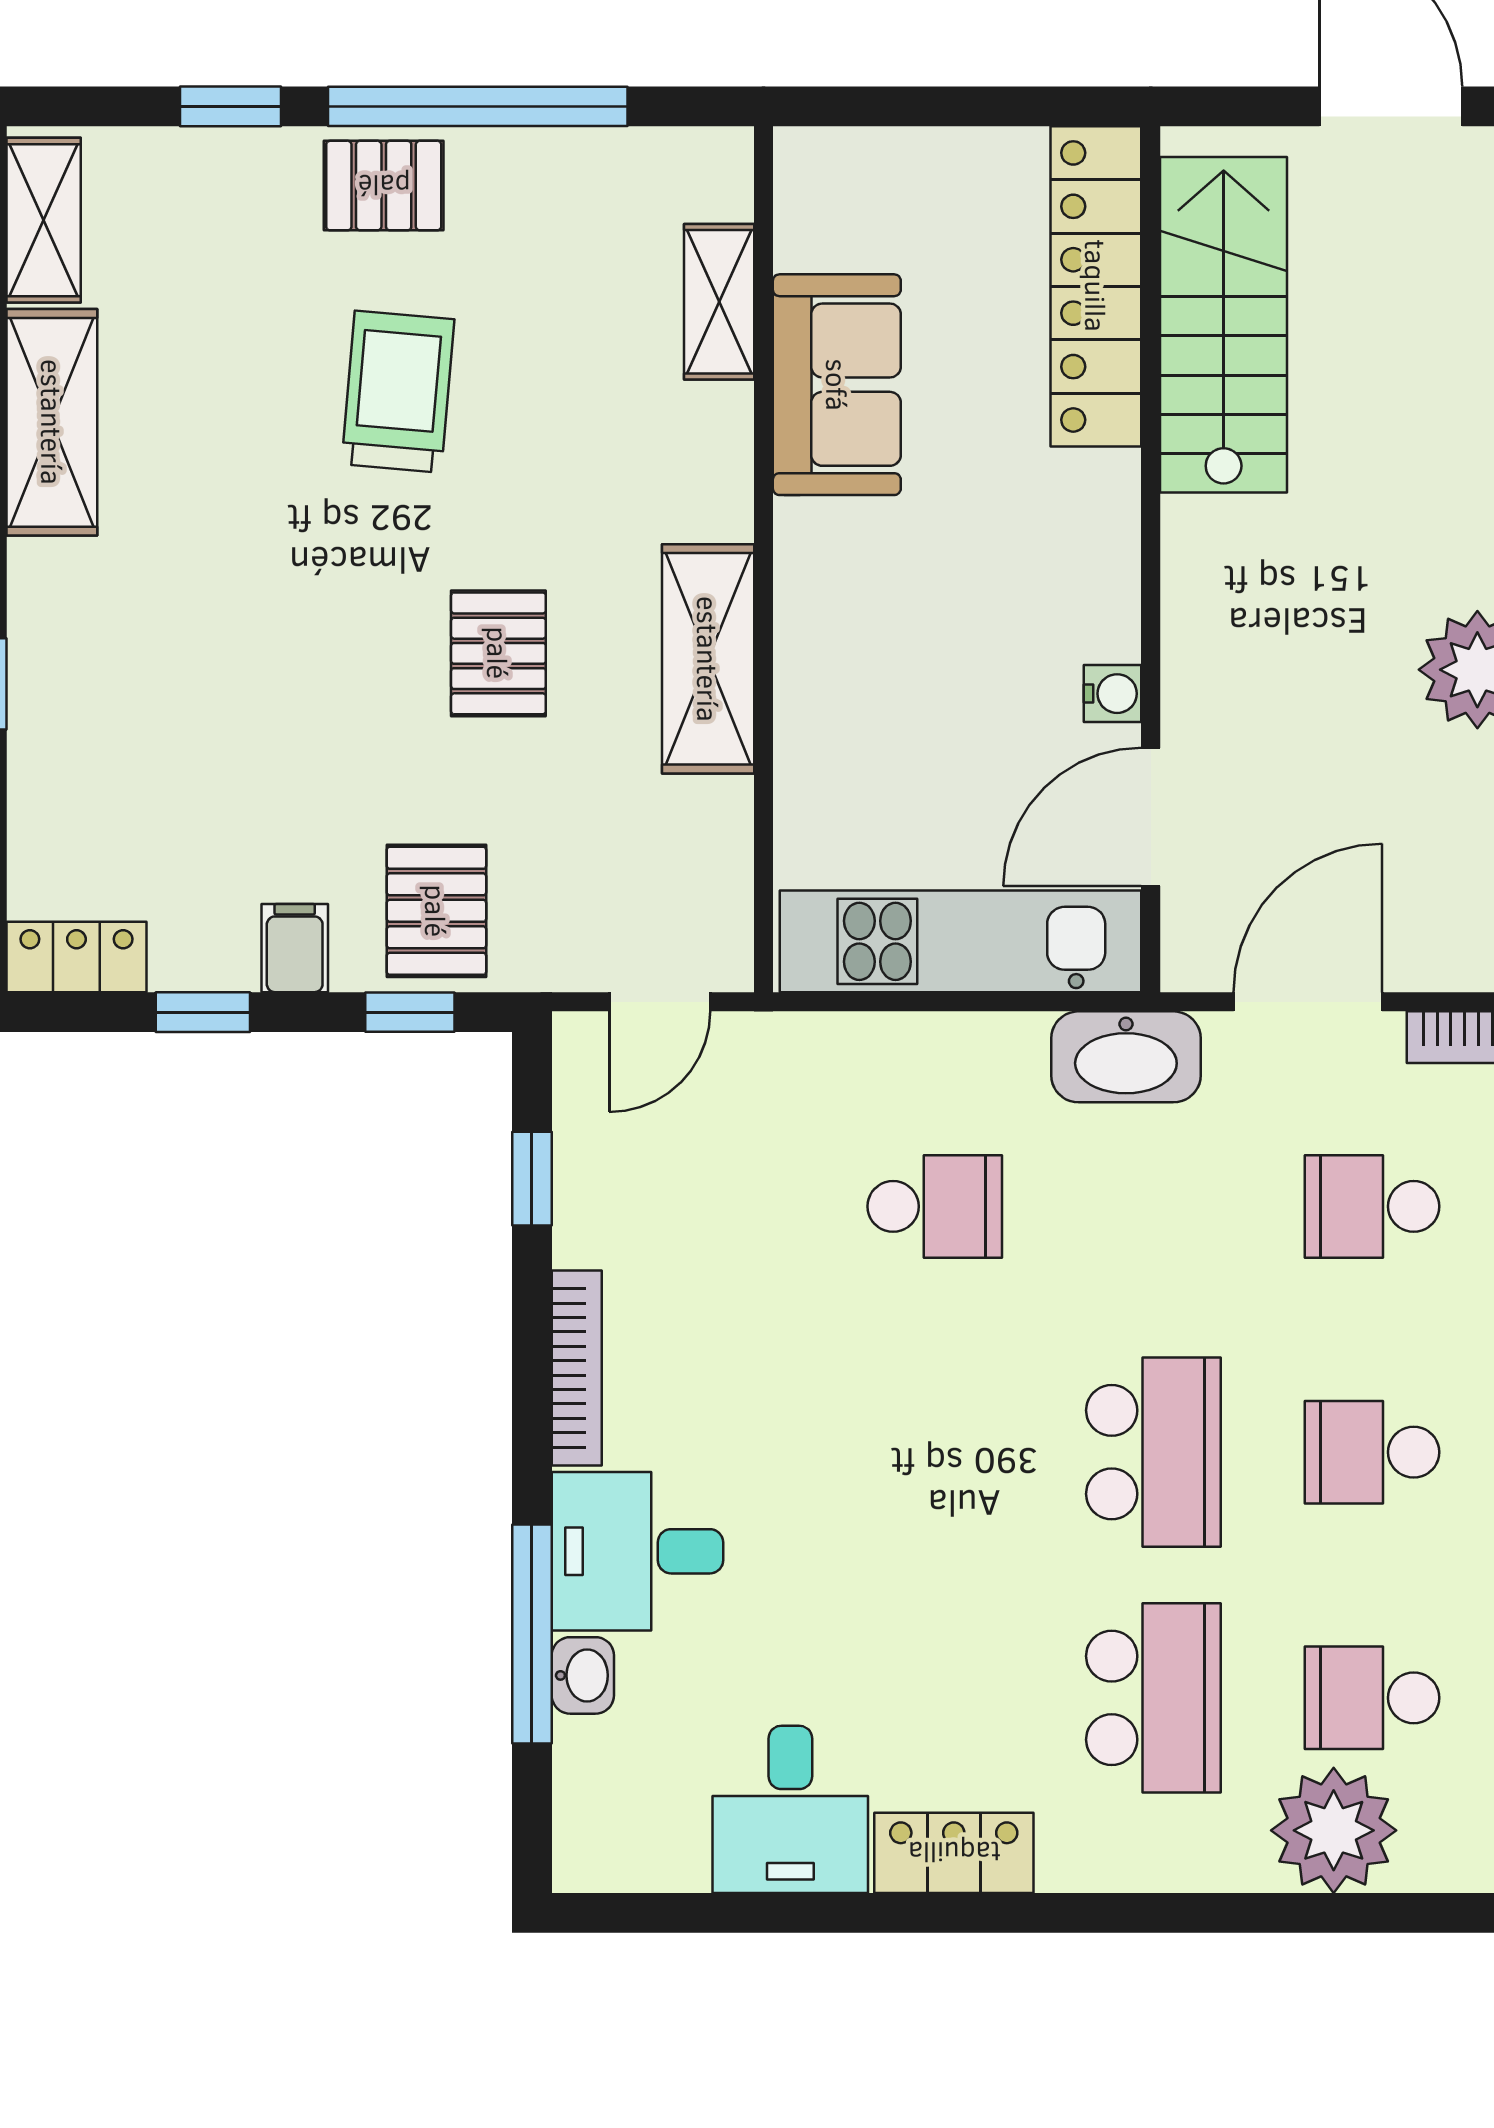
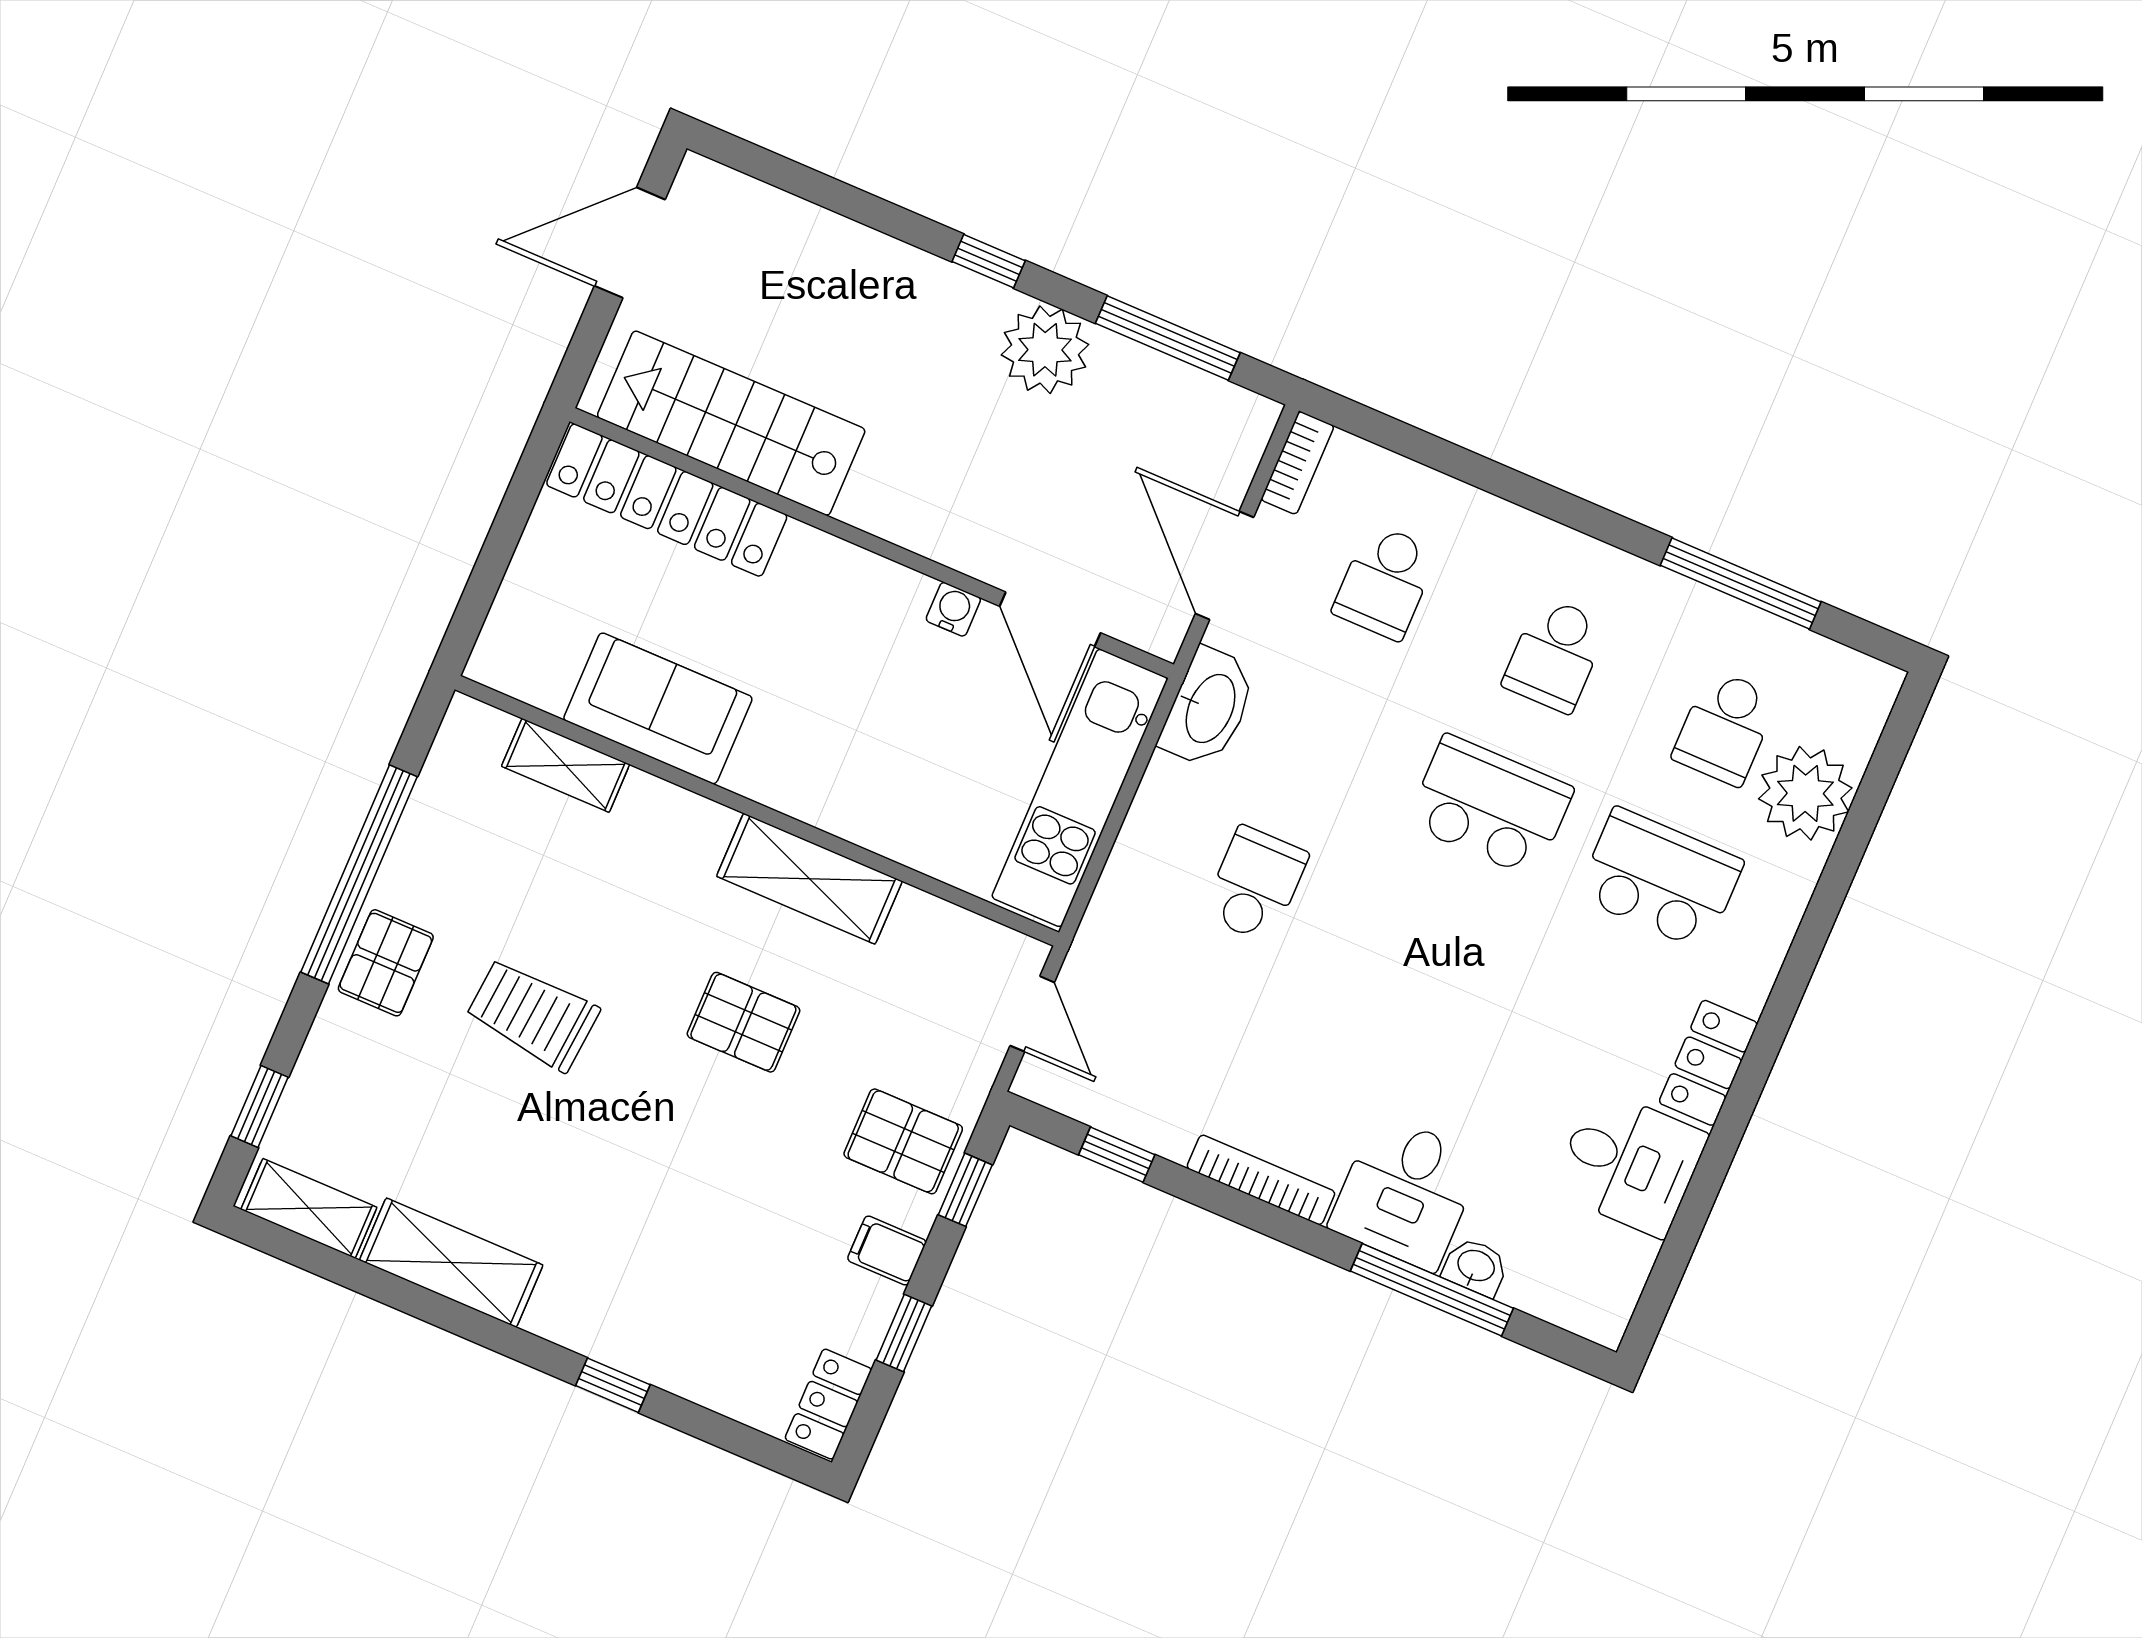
window: (231, 106) -> (259, 1107), moved

